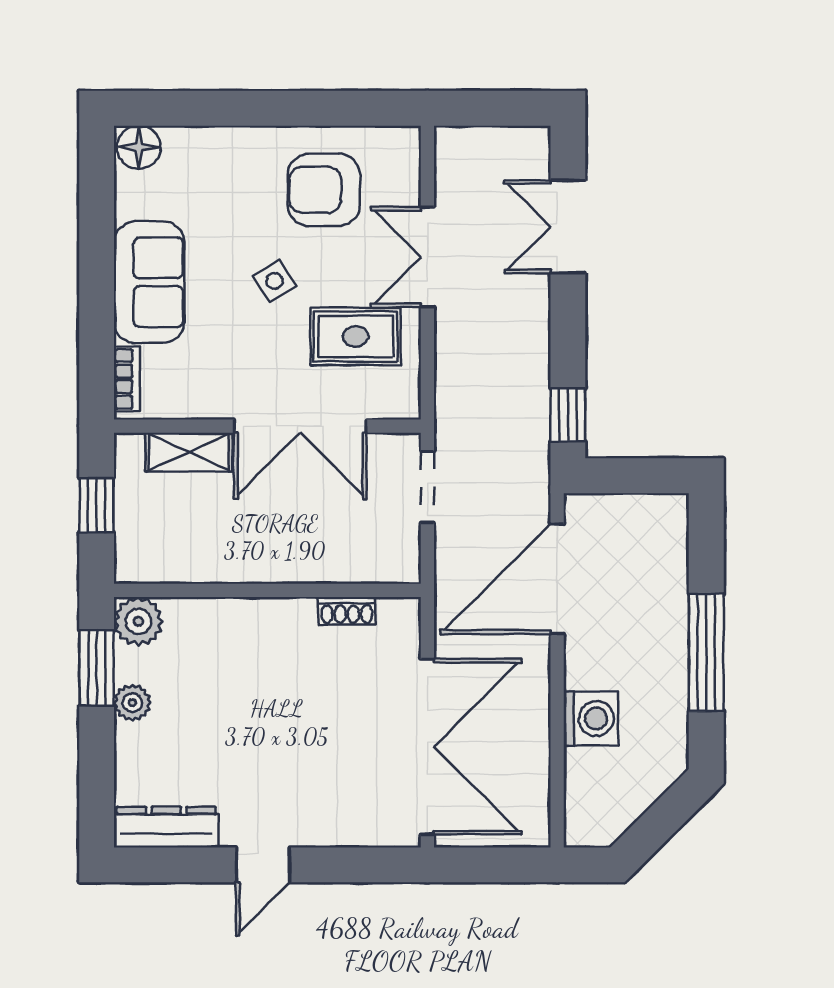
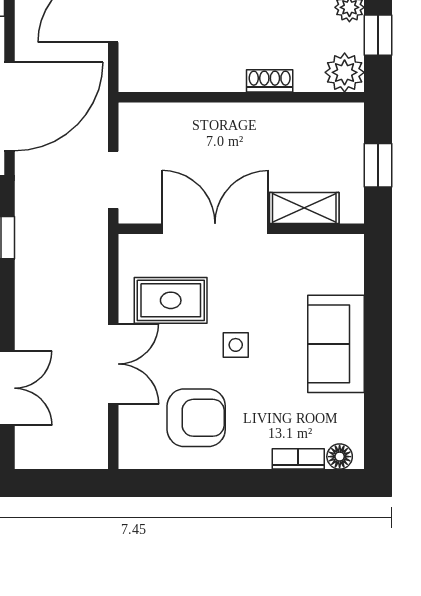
floor lamp: (139, 147) -> (340, 457), width x0.73, depth x0.73
side table: (274, 281) -> (236, 345), turned 32
bookcase: (127, 379) -> (298, 459), moved, turned 90
shoe rack: (347, 611) -> (270, 81), moved
window: (97, 668) -> (378, 35), width x0.67

